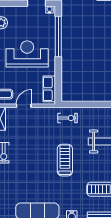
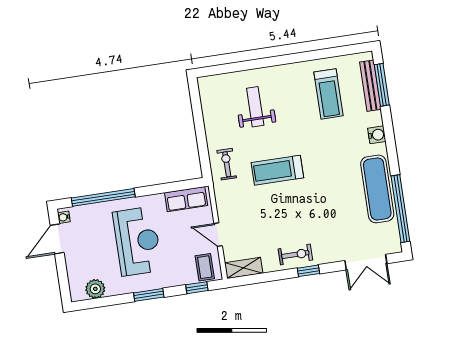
reception desk: (27, 54) -> (137, 241), turned 180
treadmill: (65, 160) -> (277, 170), moved

